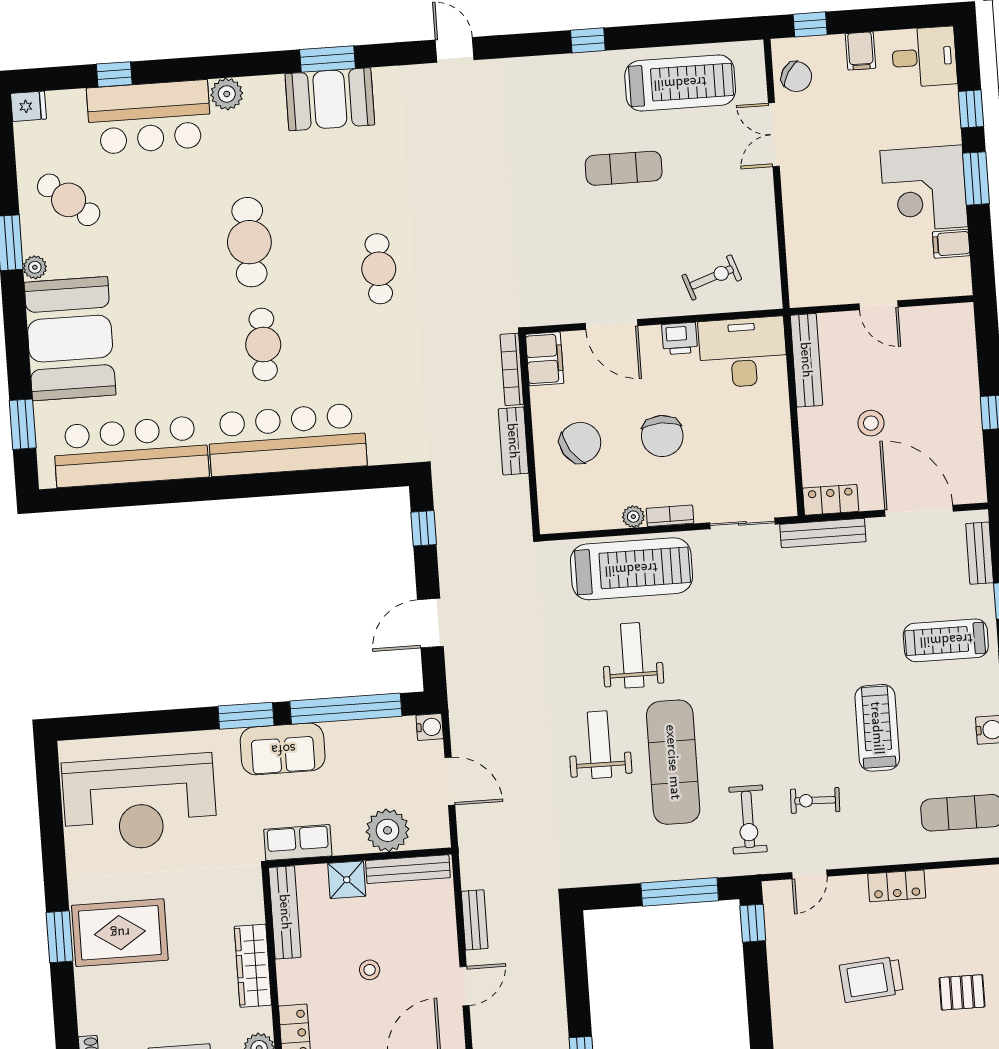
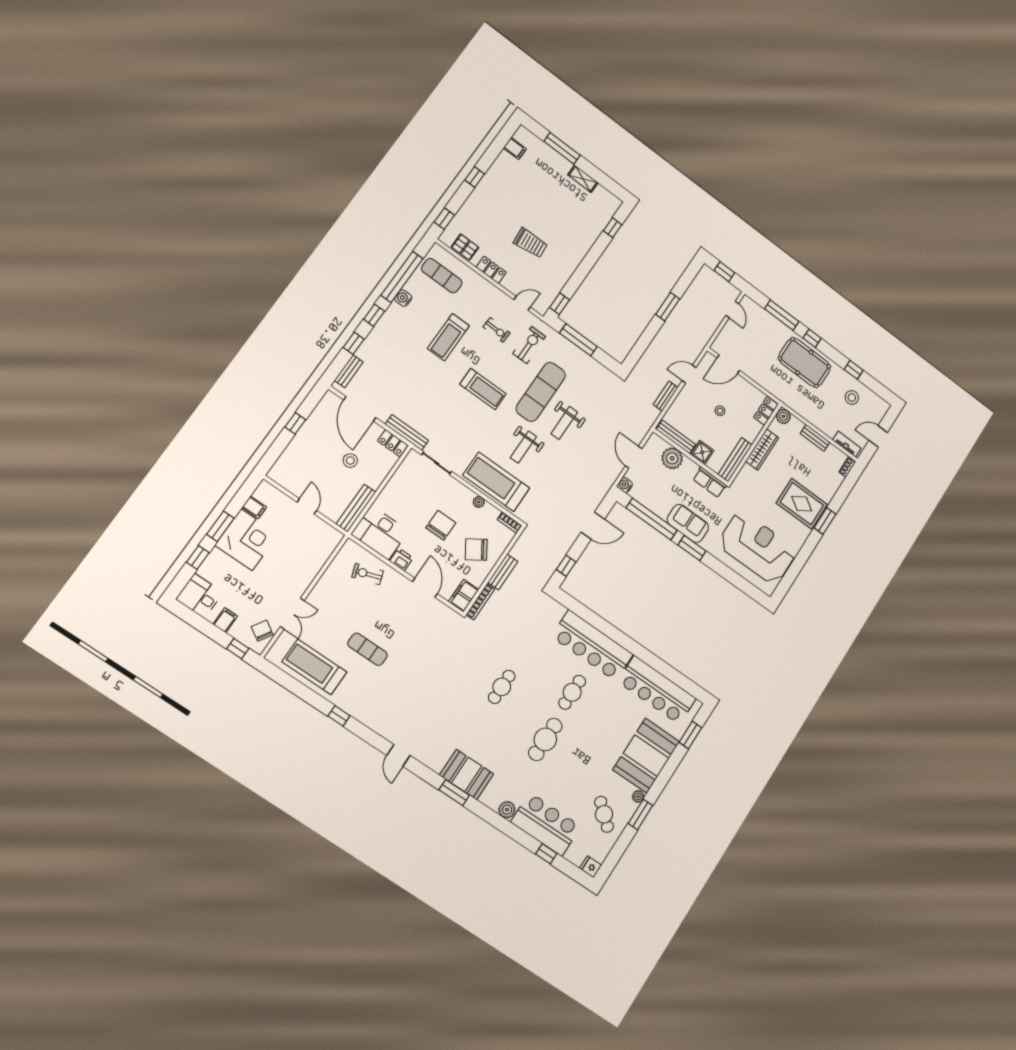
bookcase: (670, 516) -> (510, 523), moved
treadmill: (946, 640) -> (483, 389), moved
pallet: (962, 992) -> (465, 247), moved

